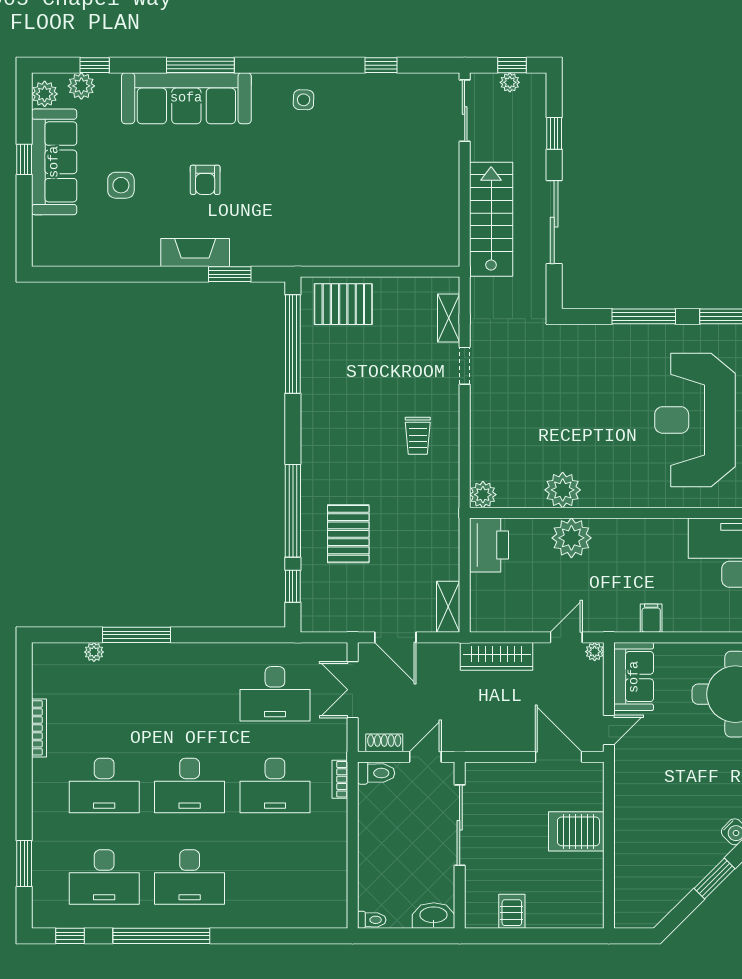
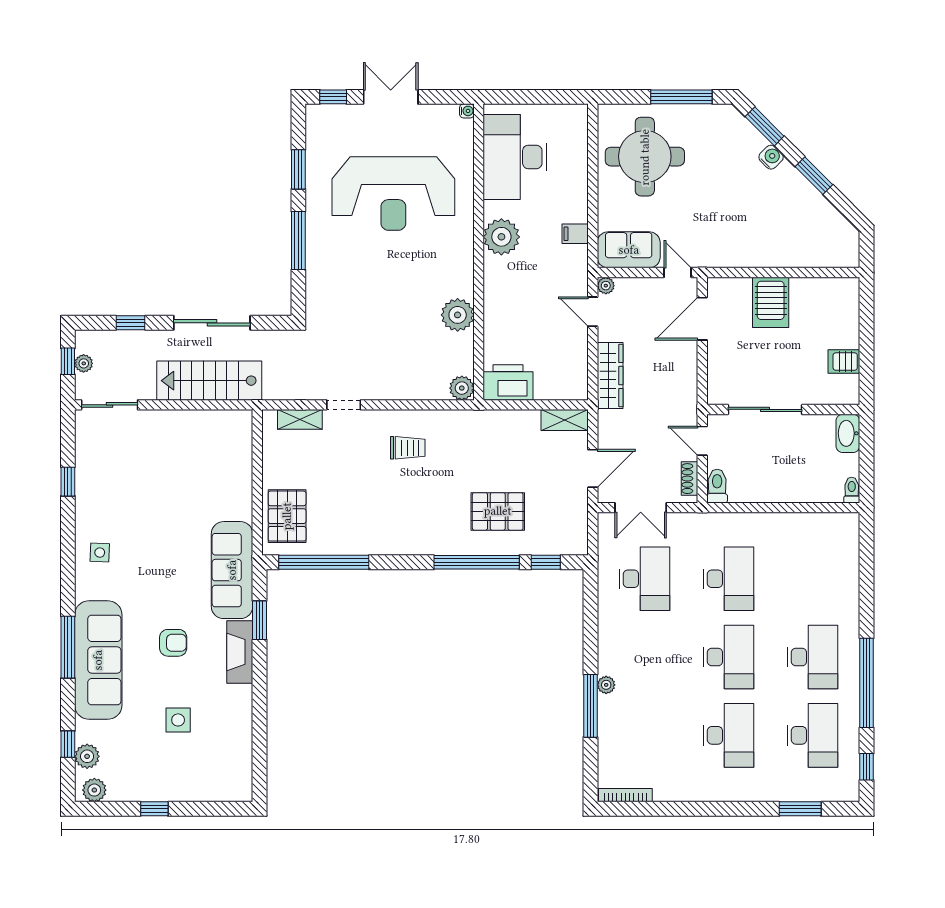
sofa: (54, 162) -> (232, 570), moved, turned -90
plant: (571, 538) -> (501, 237), moved
plant: (94, 652) -> (606, 685), moved
bookcase: (39, 728) -> (625, 795), moved
bookcase: (340, 779) -> (723, 519), removed

